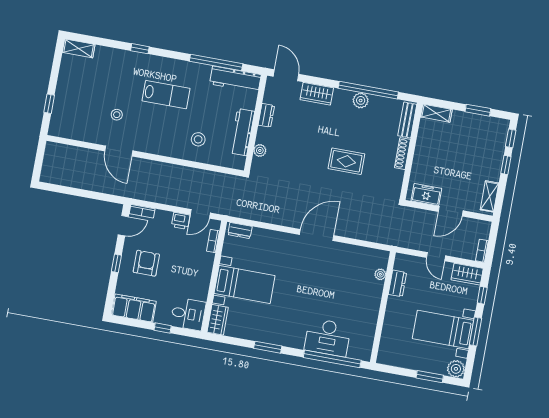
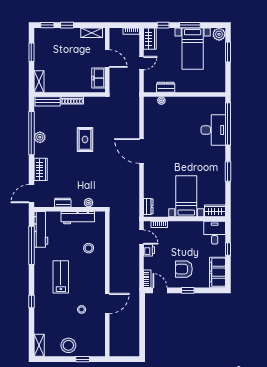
stool: (71, 88) -> (68, 345), added

